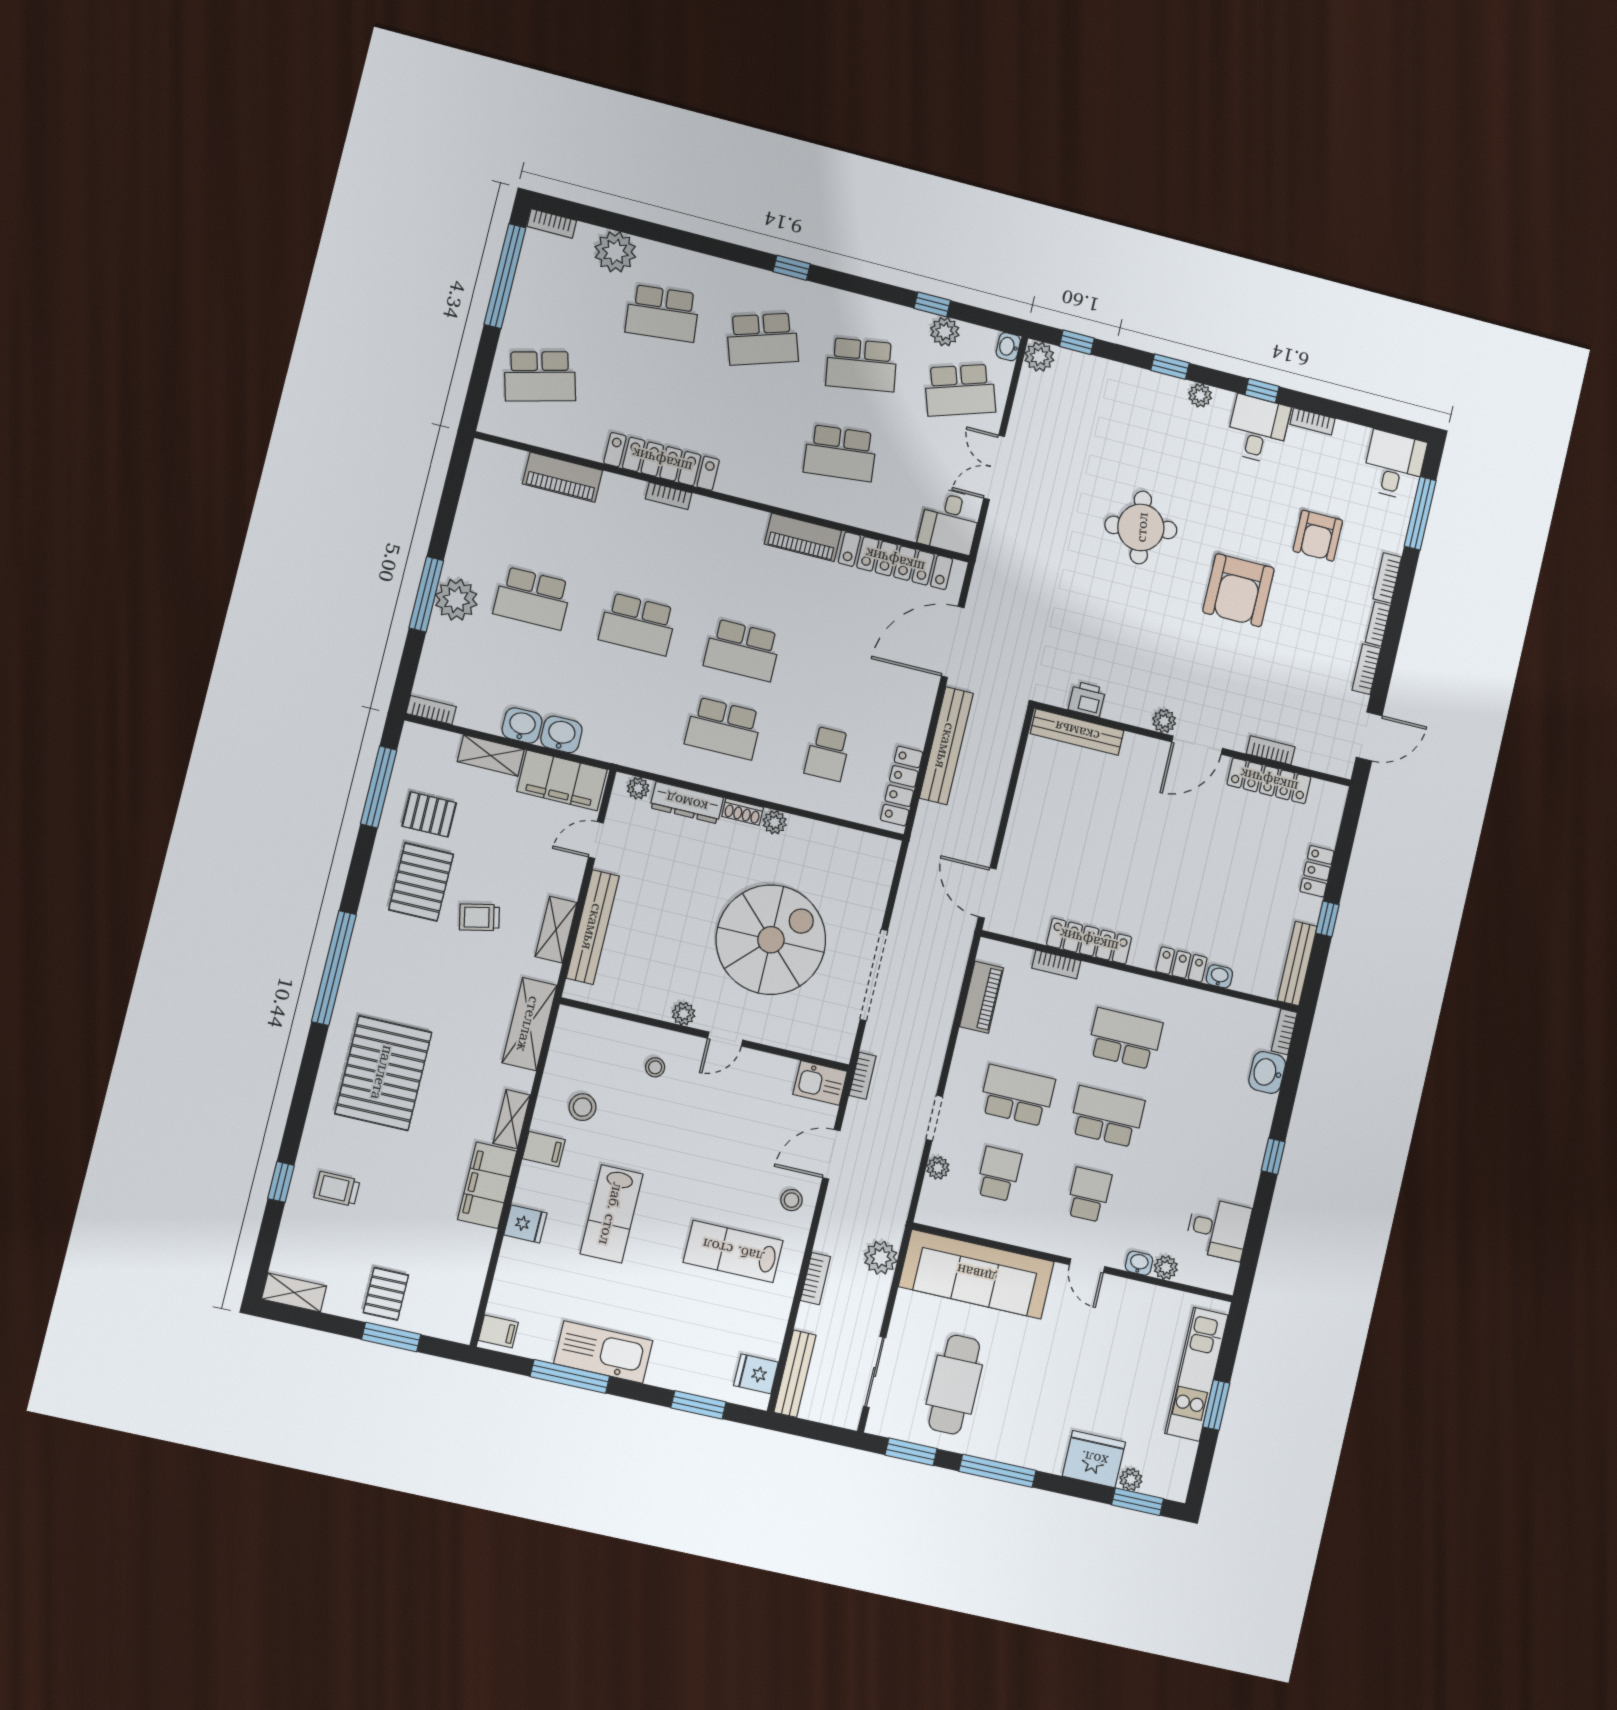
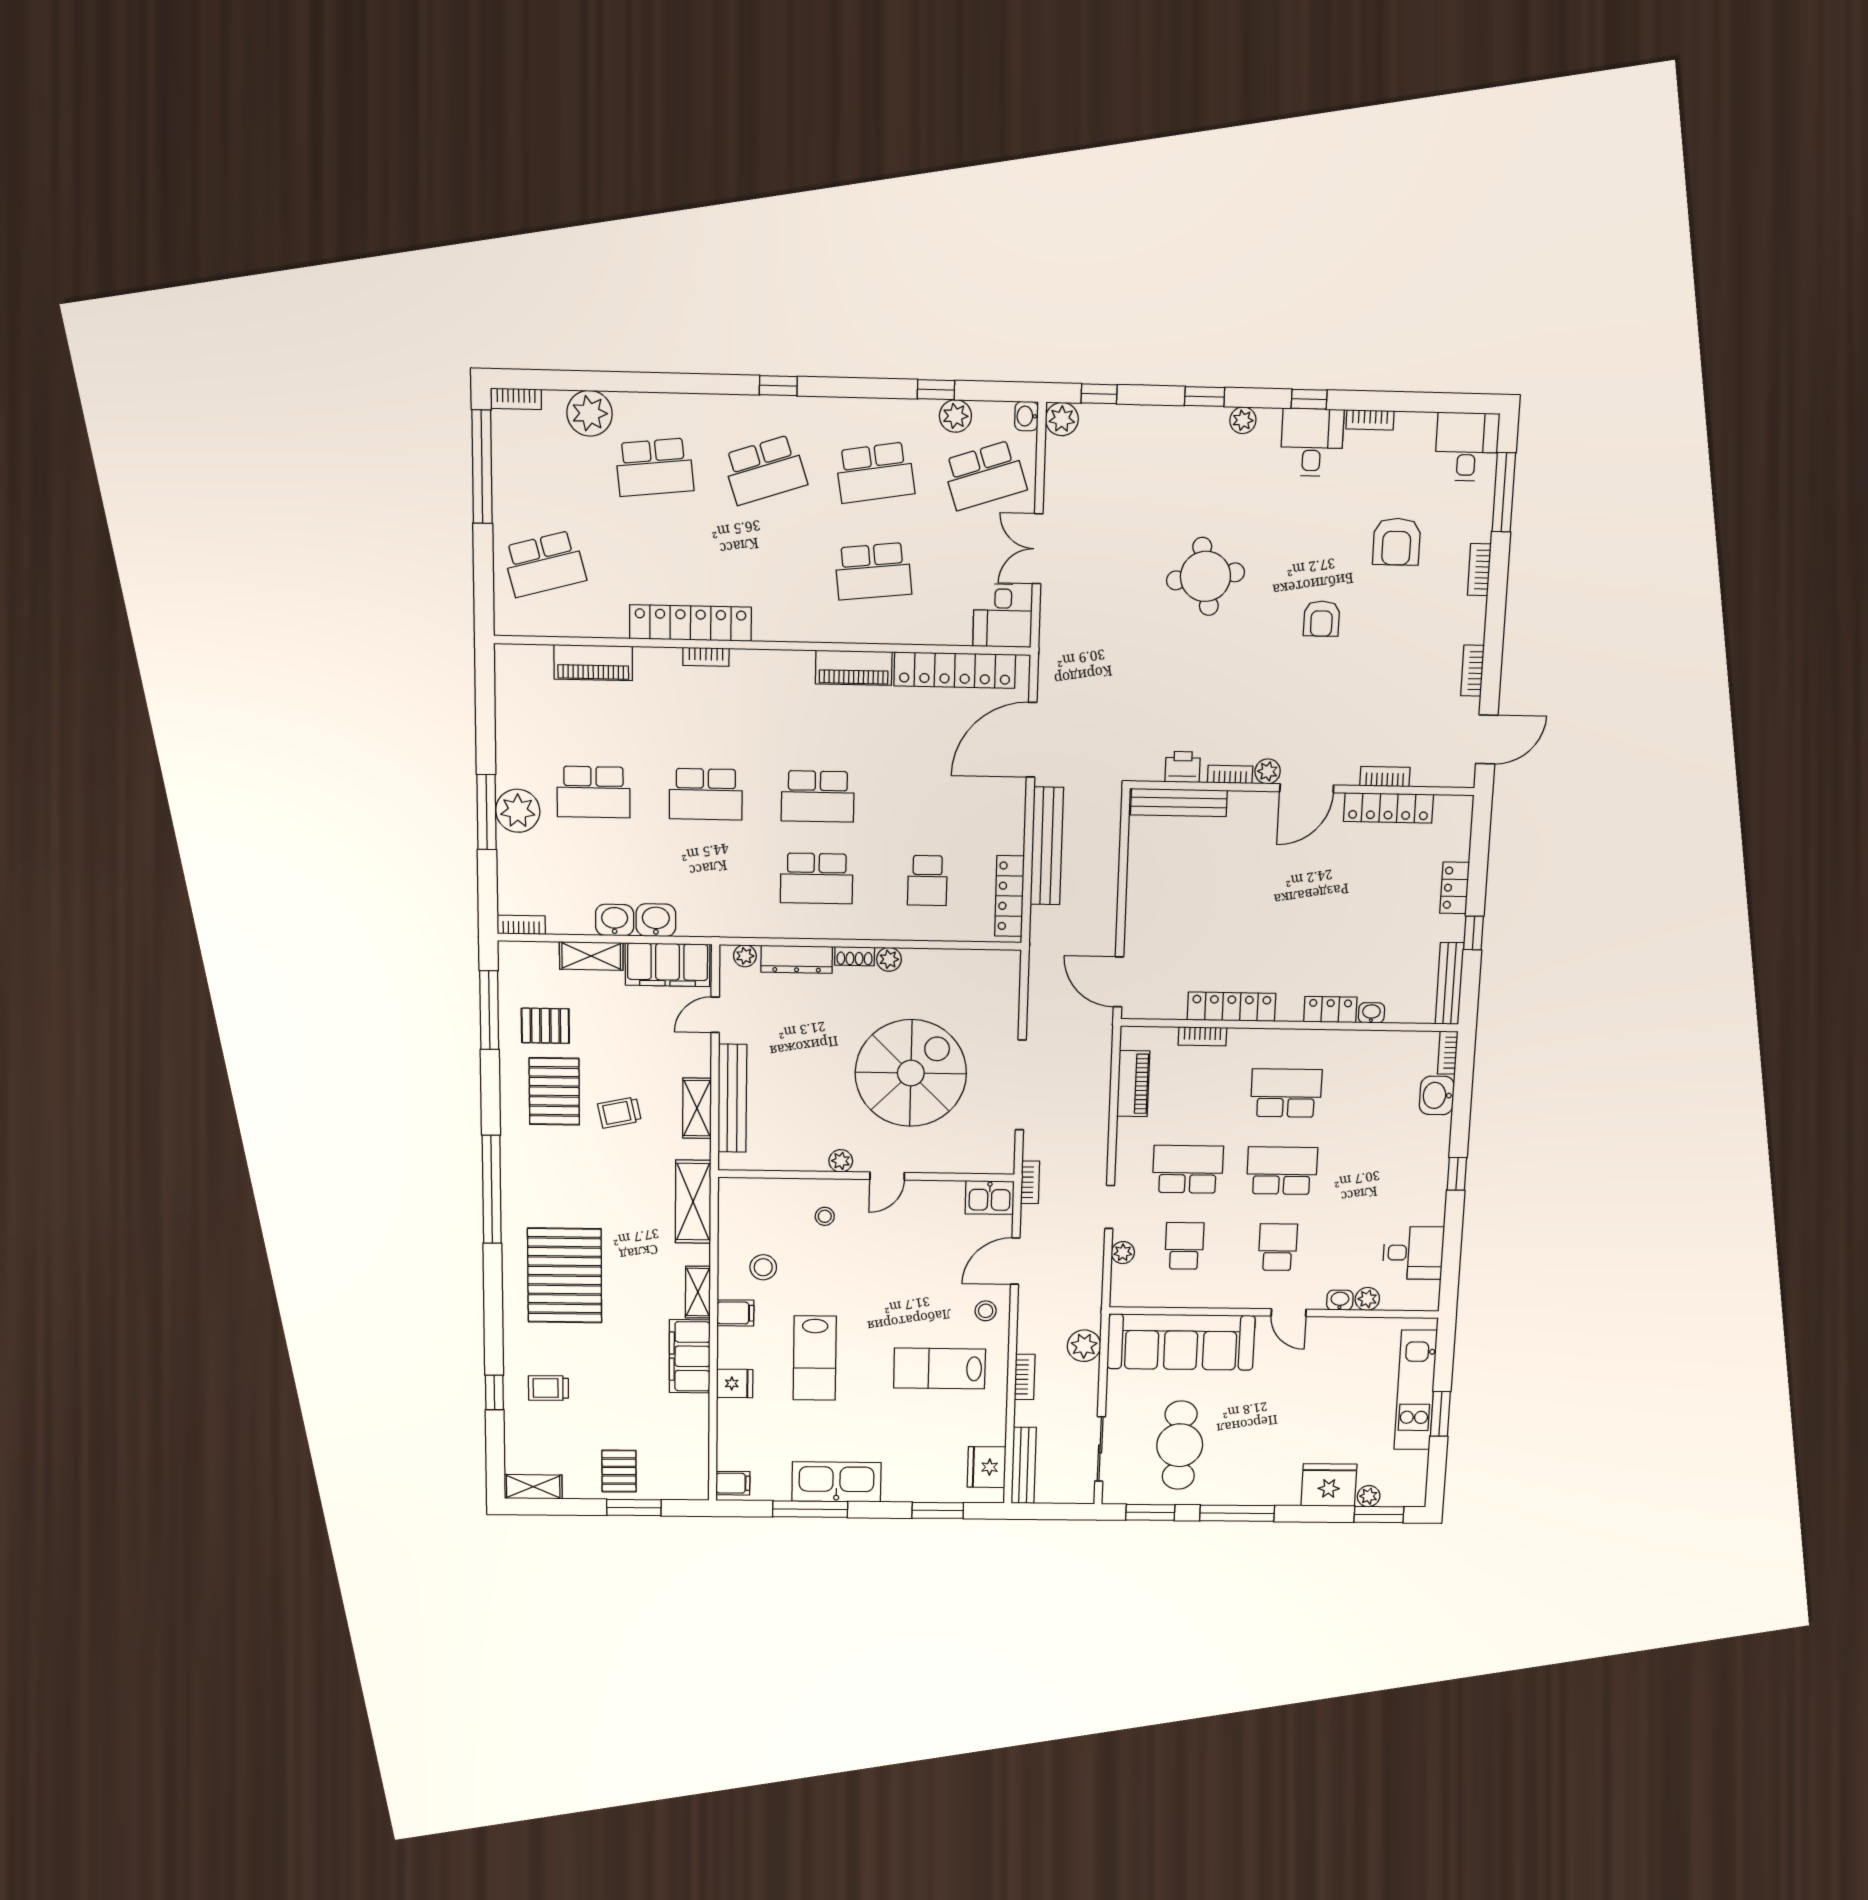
armchair: (1238, 590) -> (1322, 619), width x0.53, depth x0.53
bookcase: (1378, 624) -> (1230, 774), moved, turned 90
fridge: (756, 1374) -> (987, 1467), width x1.38

